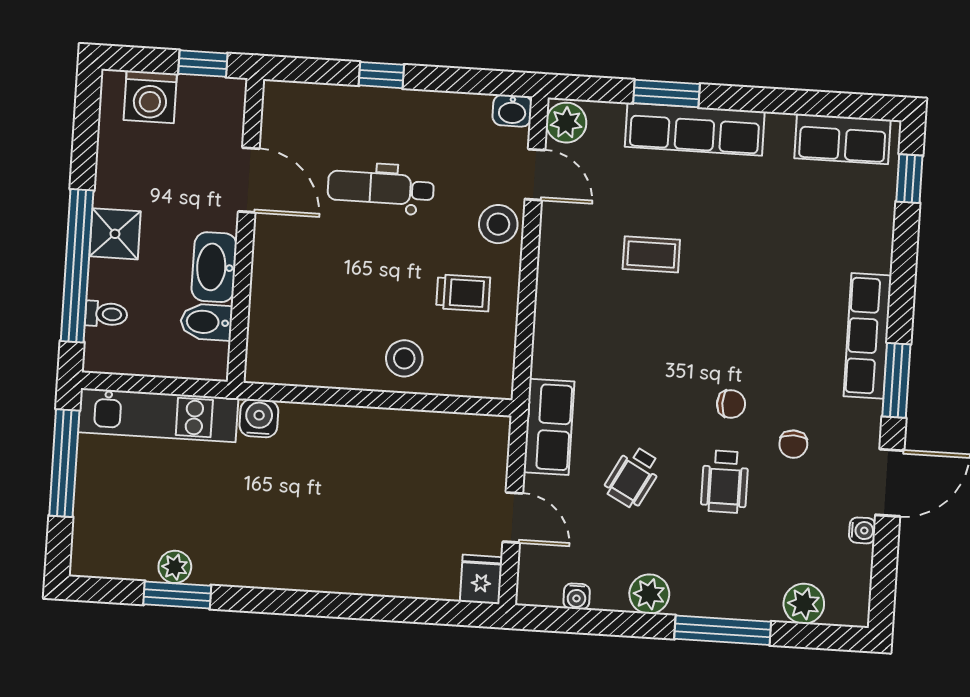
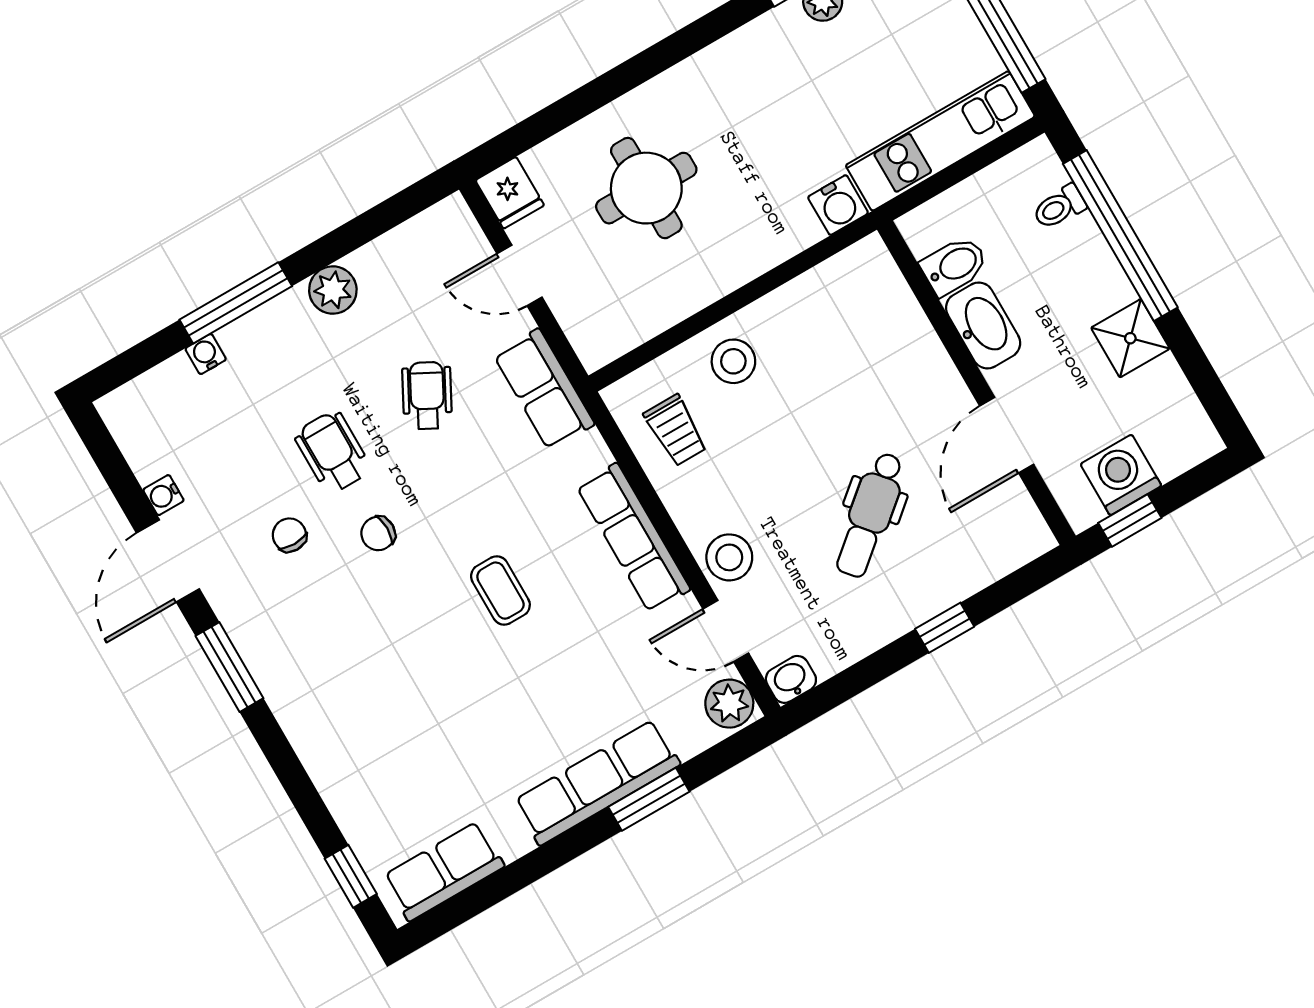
washing machine: (150, 97) -> (1121, 475), moved
door: (249, 180) -> (1007, 435), hinge flipped
dental chair: (381, 188) -> (870, 515), turned 140
shower: (115, 234) -> (1130, 338), moved
coffee table: (651, 254) -> (500, 591), moved, turned 90
trolley: (463, 293) -> (676, 430), moved, turned -90
row of seats: (868, 336) -> (633, 538), moved, turned 180
round table: (384, 519) -> (646, 188), added
water cooler: (577, 596) -> (206, 354), moved
plant: (804, 604) -> (173, 383), removed

